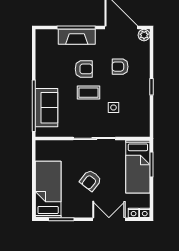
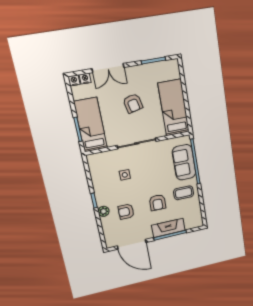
plant: (144, 35) -> (104, 211), moved
armchair: (120, 67) -> (126, 212), turned 180
armchair: (84, 69) -> (157, 203), turned -89
coffee table: (89, 93) -> (184, 193), moved
armchair: (90, 180) -> (133, 103), turned 129
bed: (48, 189) -> (174, 108), moved, turned 180

